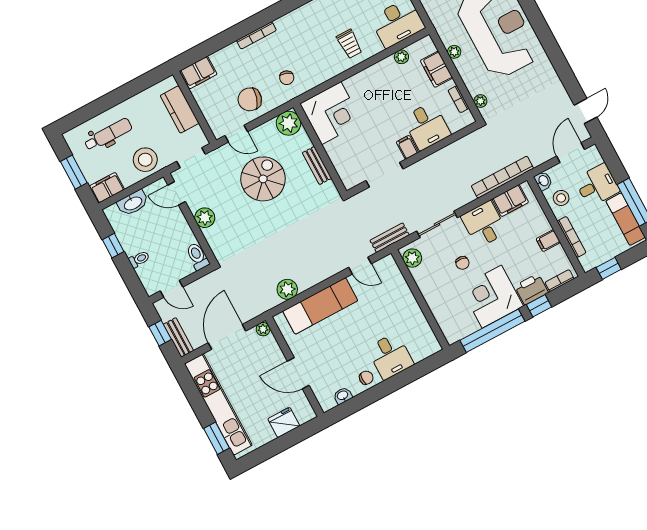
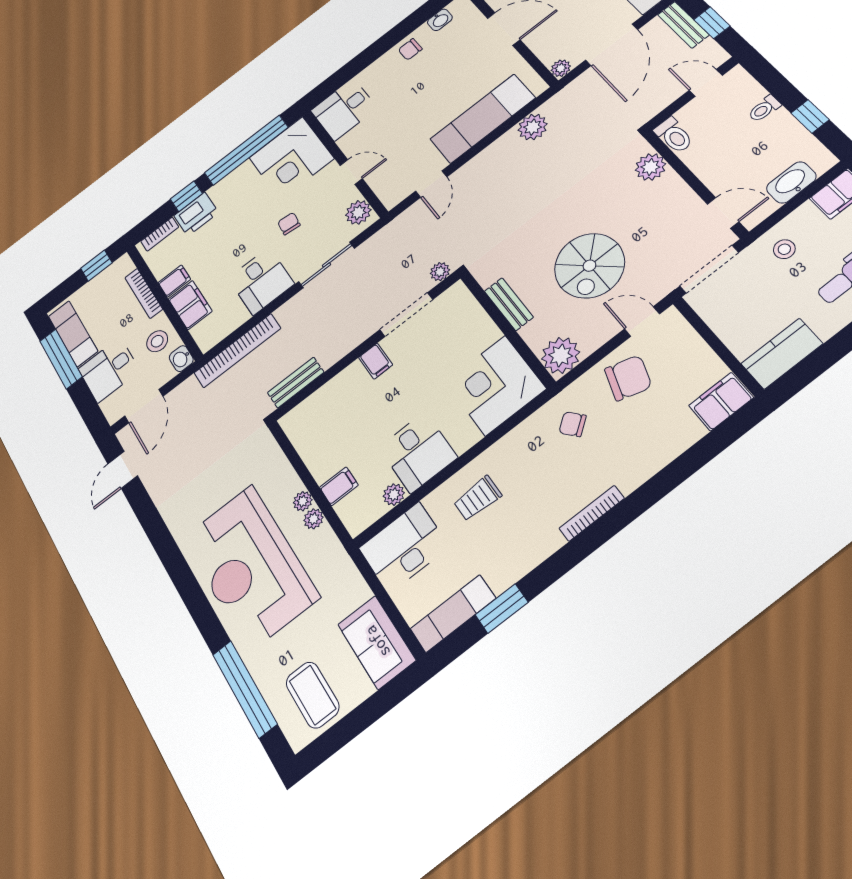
bookcase: (256, 35) -> (592, 513), moved
trolley: (349, 44) -> (478, 498), turned -90
filing cabinet: (437, 69) -> (339, 486), width x0.50
chair: (287, 78) -> (573, 424), turned -59
bookcase: (459, 99) -> (304, 448), removed
plant: (480, 101) -> (303, 501), moved
kitchen counter: (180, 109) -> (782, 354), moved, turned -90
desk: (427, 126) -> (418, 452), moved, turned 180
doorway: (191, 158) -> (709, 269), width x1.38
stool: (145, 160) -> (784, 249), width x0.53, depth x0.53
plant: (360, 199) -> (440, 272), added
filing cabinet: (510, 201) -> (190, 305), moved, turned 90
plant: (205, 218) -> (650, 167), moved
bench: (390, 238) -> (296, 382), moved
door: (360, 266) -> (431, 184), swing flipped
door: (415, 291) -> (351, 172), added
corner desk: (492, 297) -> (291, 158), moved, turned 90
desk: (390, 356) -> (344, 109), moved, turned -90

